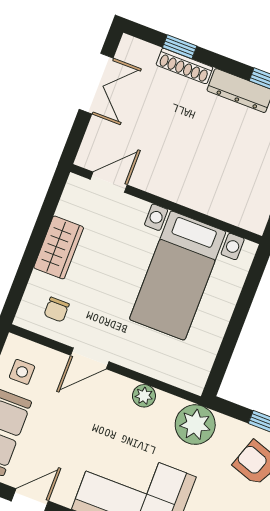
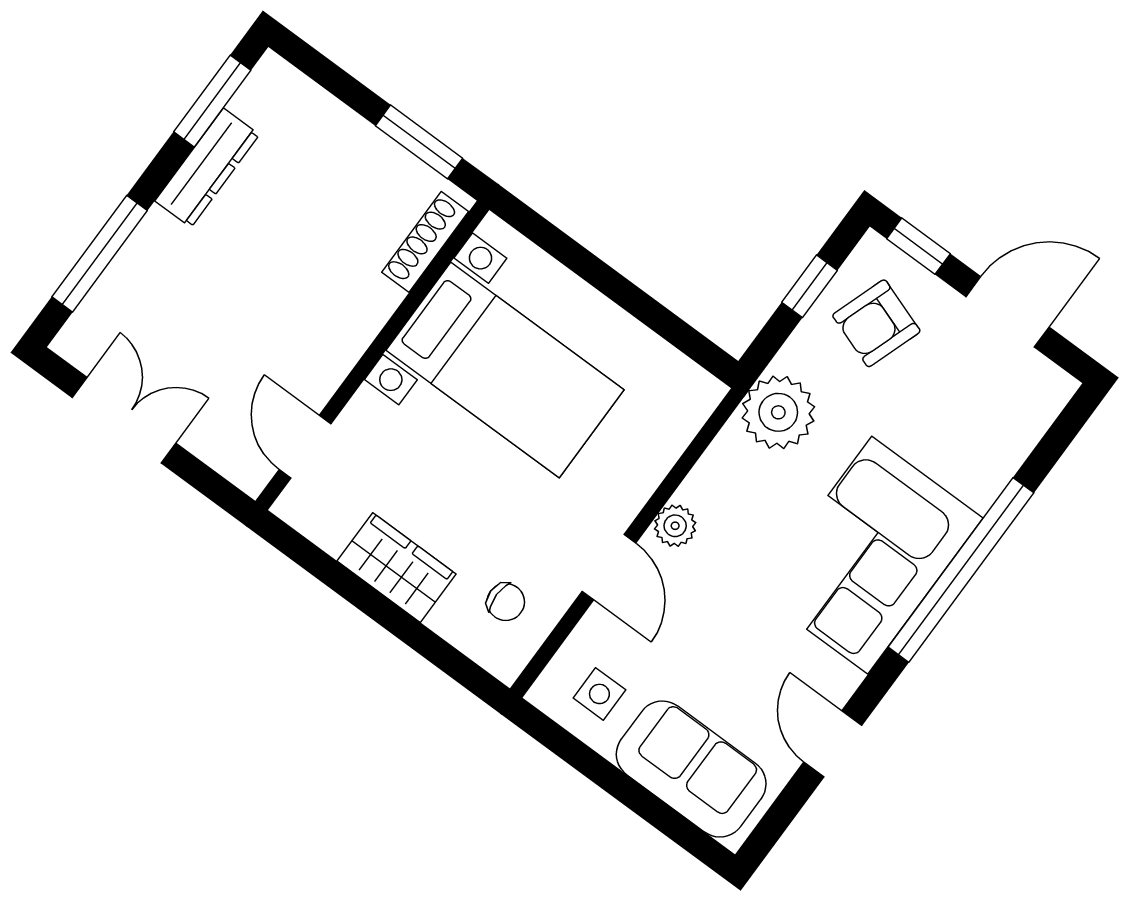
window: (180, 47) -> (100, 254), width x2.17
shoe rack: (184, 66) -> (425, 242), moved, turned 180
plant: (144, 396) -> (675, 526), moved

